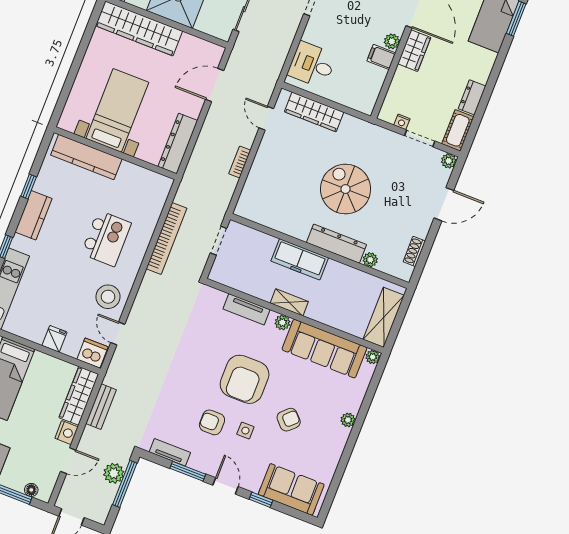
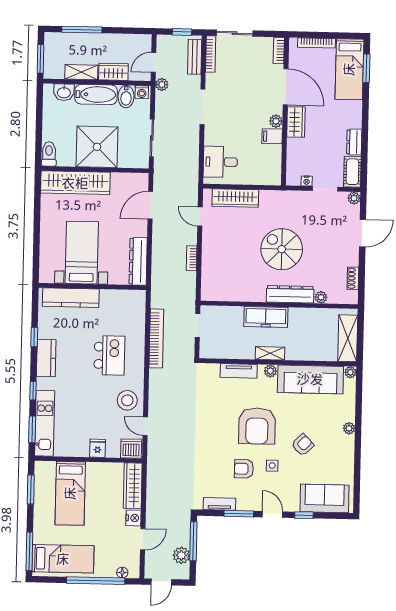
bench: (101, 407) -> (153, 488), removed
plant: (114, 473) -> (181, 555), moved

